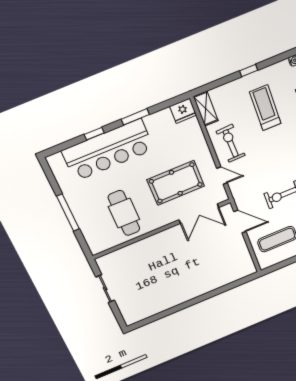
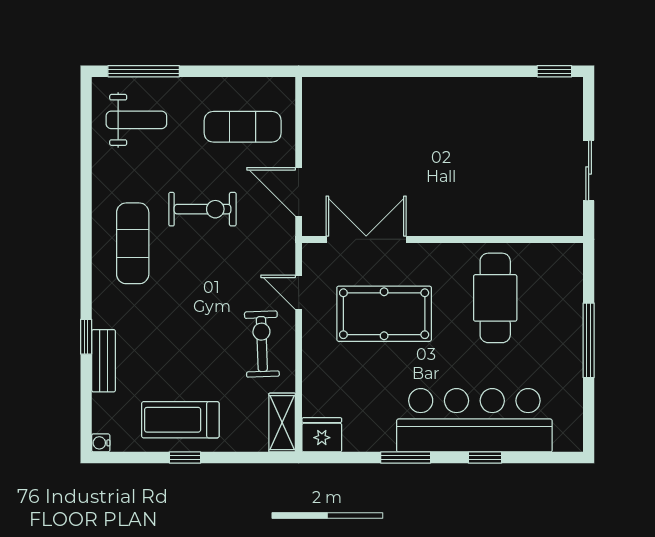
treadmill: (265, 108) -> (180, 420), moved, turned 90
exercise bike: (231, 143) -> (262, 344), turned 180
window: (141, 323) -> (554, 71), added

